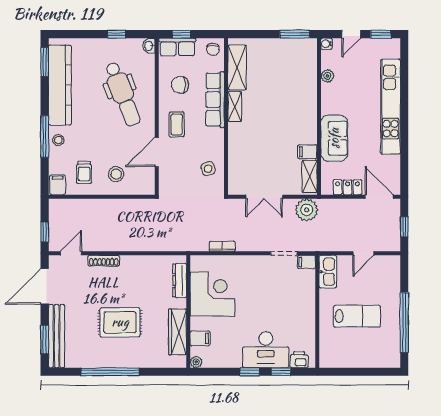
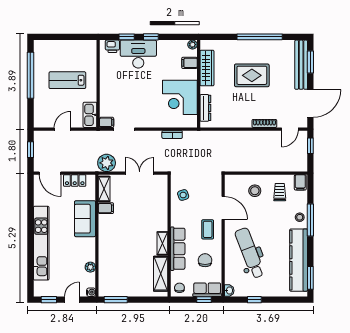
chair: (180, 85) -> (205, 260), turned -90
door: (157, 152) -> (223, 208), hinge flipped

